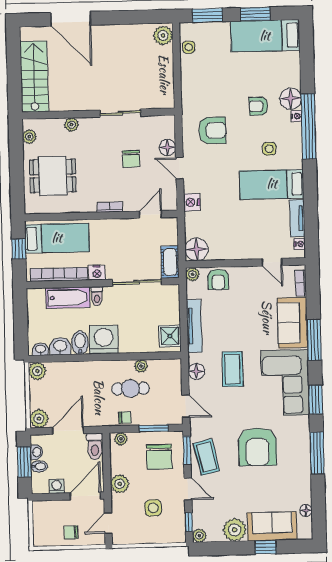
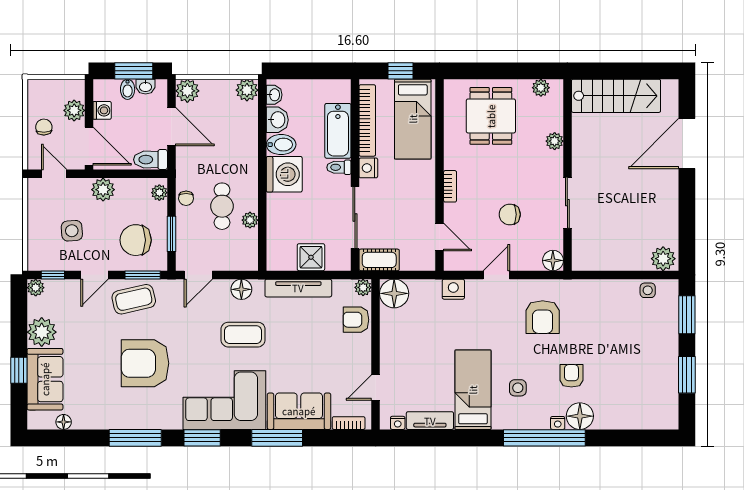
bed: (265, 36) -> (659, 387), removed
floor lamp: (167, 147) -> (553, 260), moved
shower: (170, 336) -> (311, 257), moved
plant: (57, 509) -> (74, 110), added

